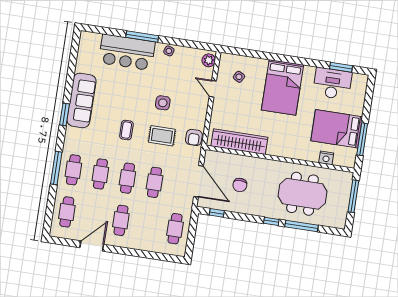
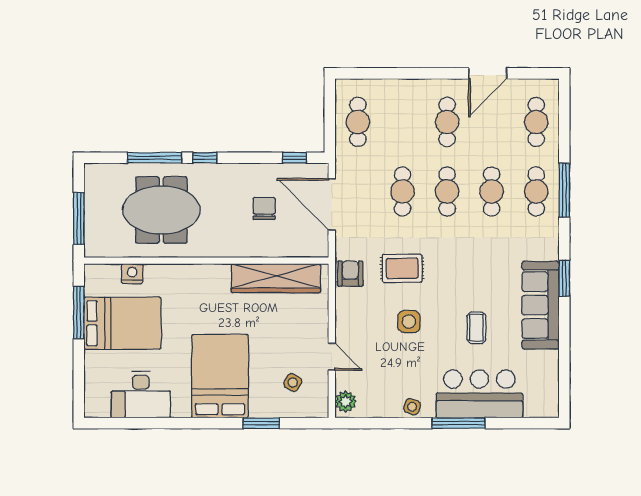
window: (341, 67) -> (261, 423), moved
coffee table: (126, 130) -> (477, 328), moved

